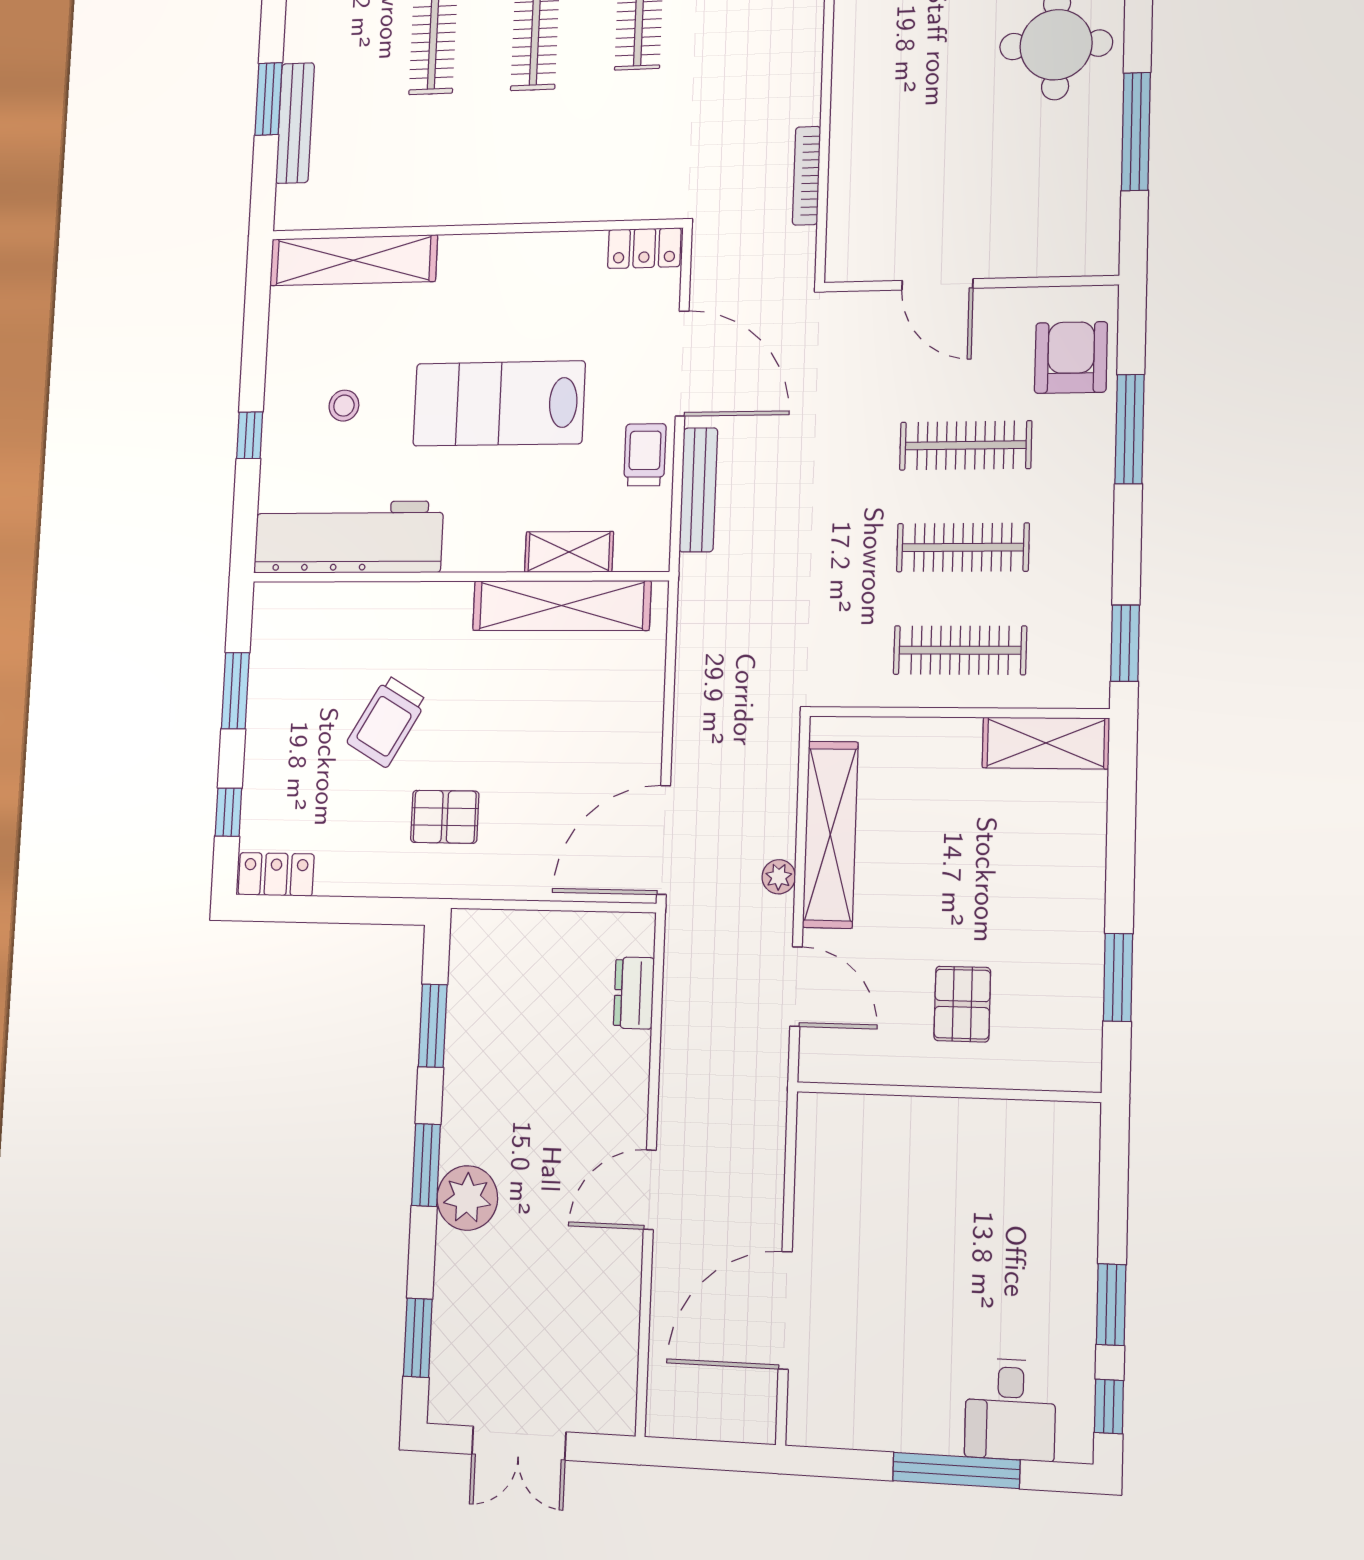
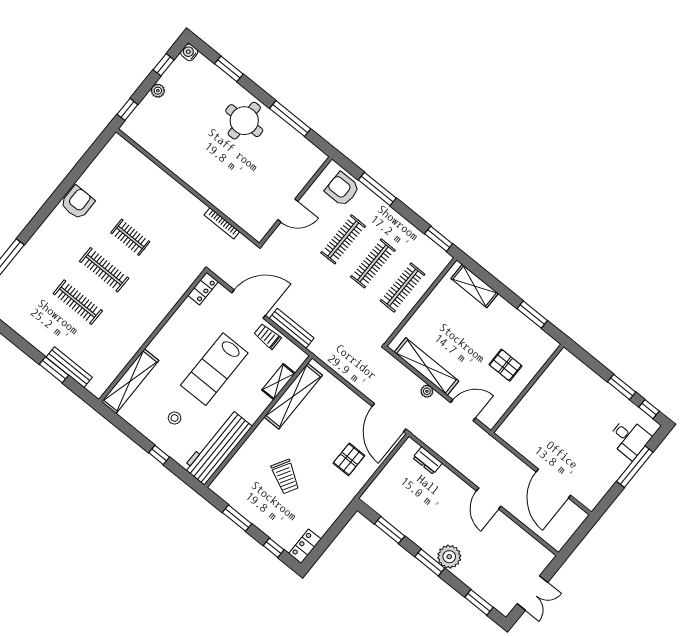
shelving: (1046, 743) -> (475, 286), moved, turned 90
pallet: (445, 817) -> (349, 459), moved

